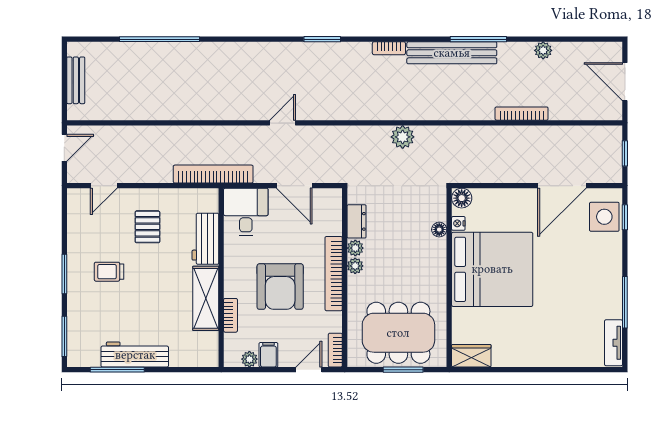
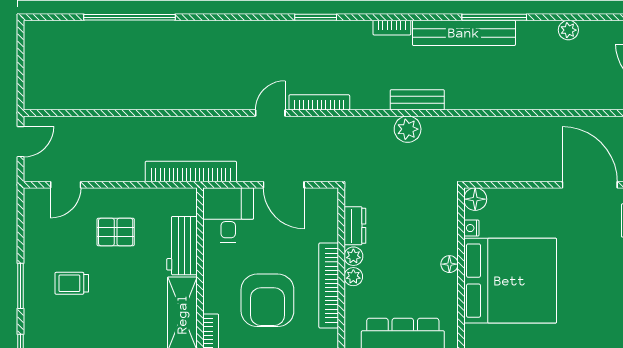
bench: (76, 80) -> (417, 100), moved, turned 90
bookcase: (522, 114) -> (319, 102), moved
door: (562, 186) -> (590, 185), swing flipped
pallet: (147, 227) -> (116, 232), turned 90
floor lamp: (439, 230) -> (449, 264), moved

